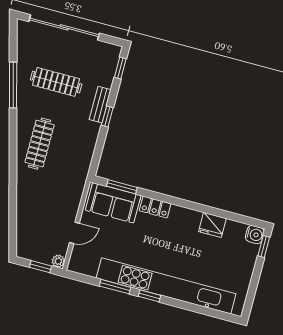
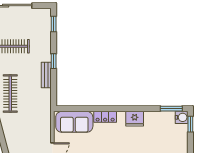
bench: (100, 105) -> (46, 75), moved
window: (122, 187) -> (171, 109), moved
fridge: (212, 225) -> (135, 119), moved

